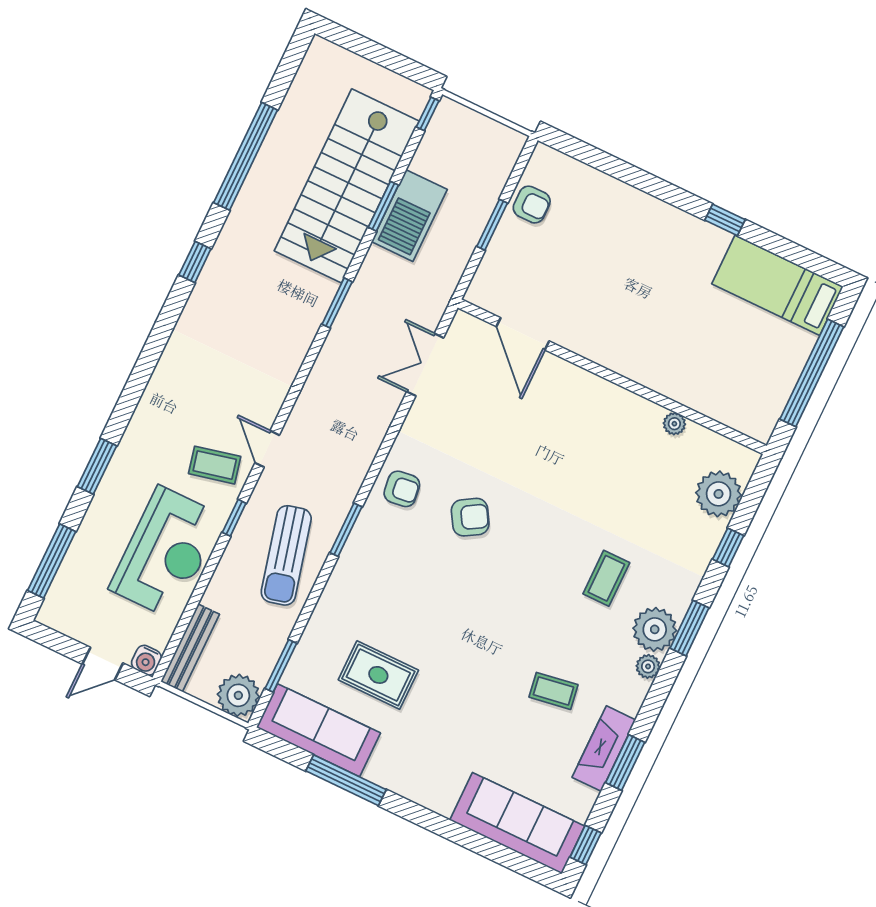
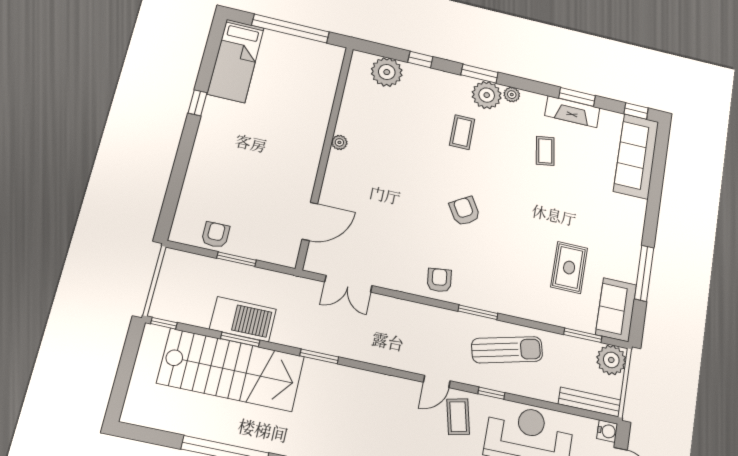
plant: (674, 424) -> (339, 142), moved
armchair: (470, 517) -> (465, 211), moved
coffee table: (606, 578) -> (462, 132), turned 90
sofa: (318, 730) -> (616, 310), width x0.73

